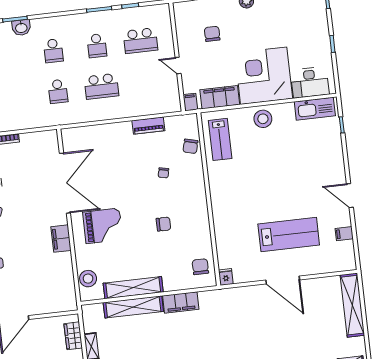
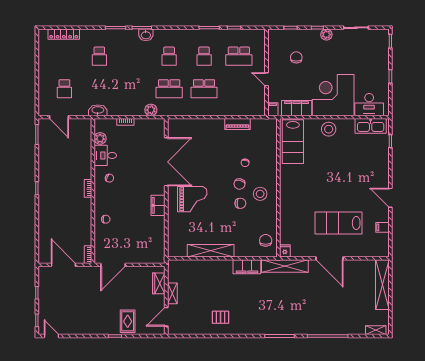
school desk: (58, 91) -> (169, 89), width x1.85
plant: (38, 120) -> (151, 110), added
lab bench: (220, 139) -> (293, 142), width x1.36, depth x1.39
chair: (190, 146) -> (240, 184), moved
lab bench: (289, 234) -> (338, 223), turned 180
stool: (88, 279) -> (260, 194), moved
shelving: (133, 307) -> (285, 266), moved

